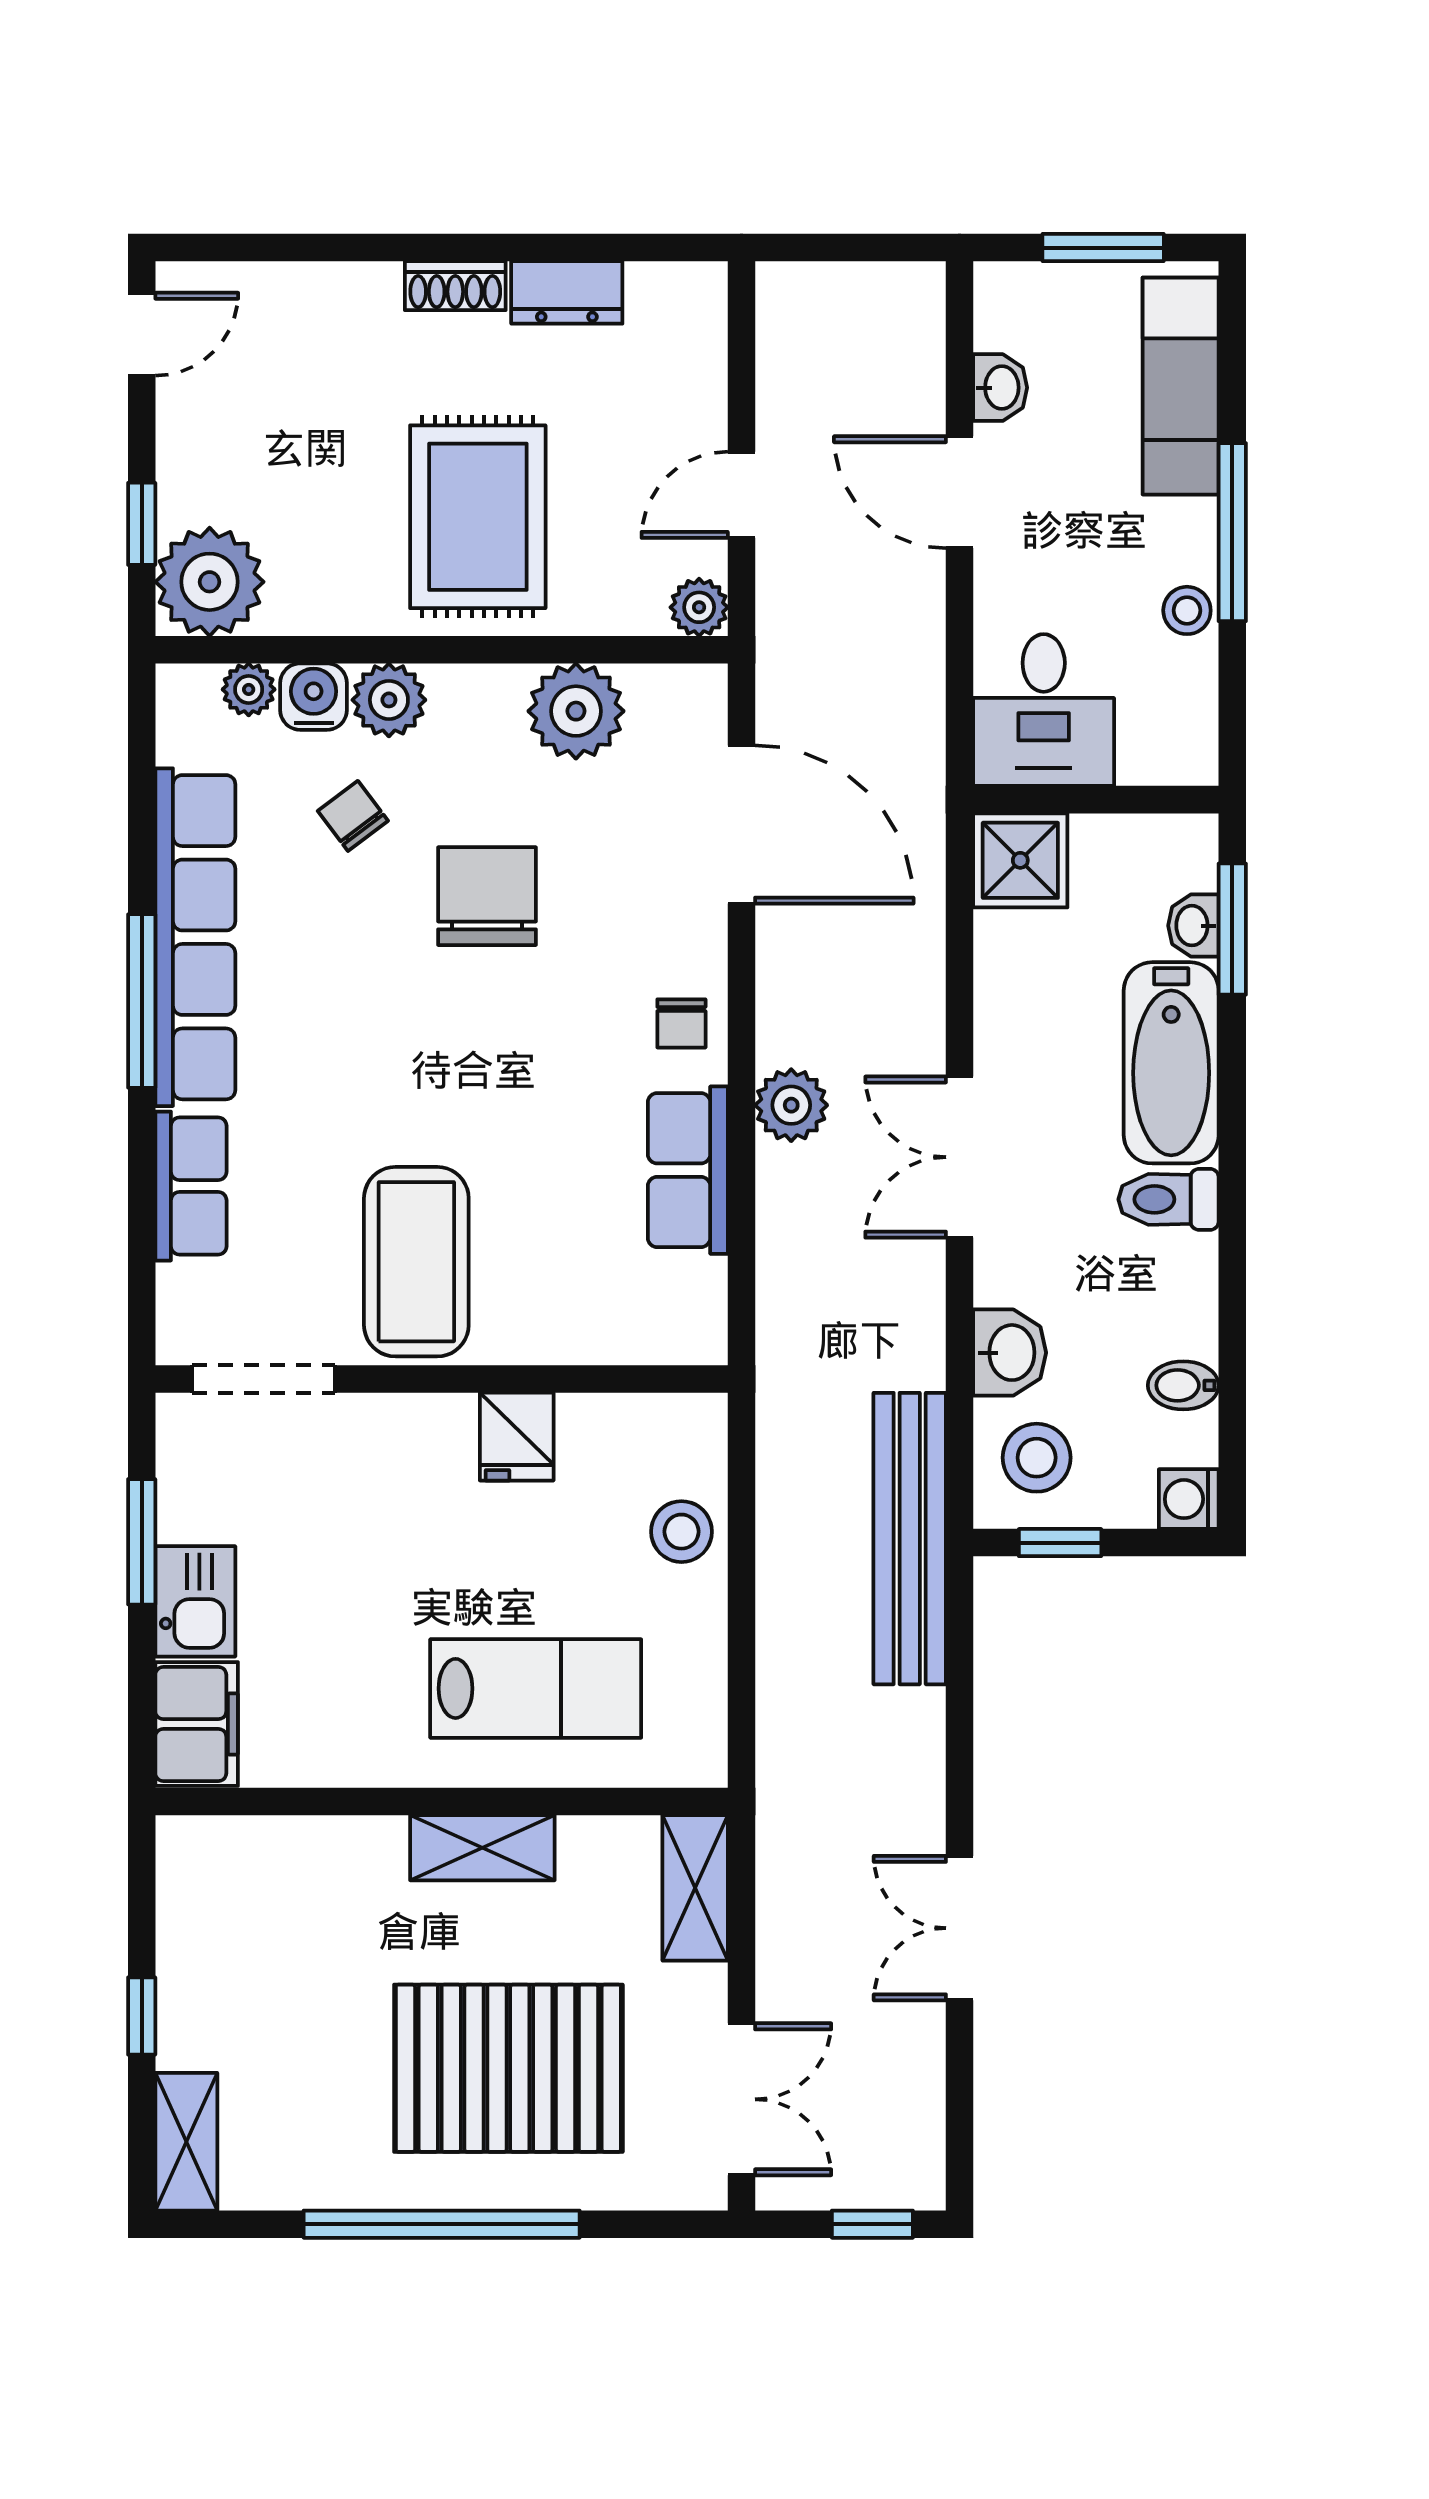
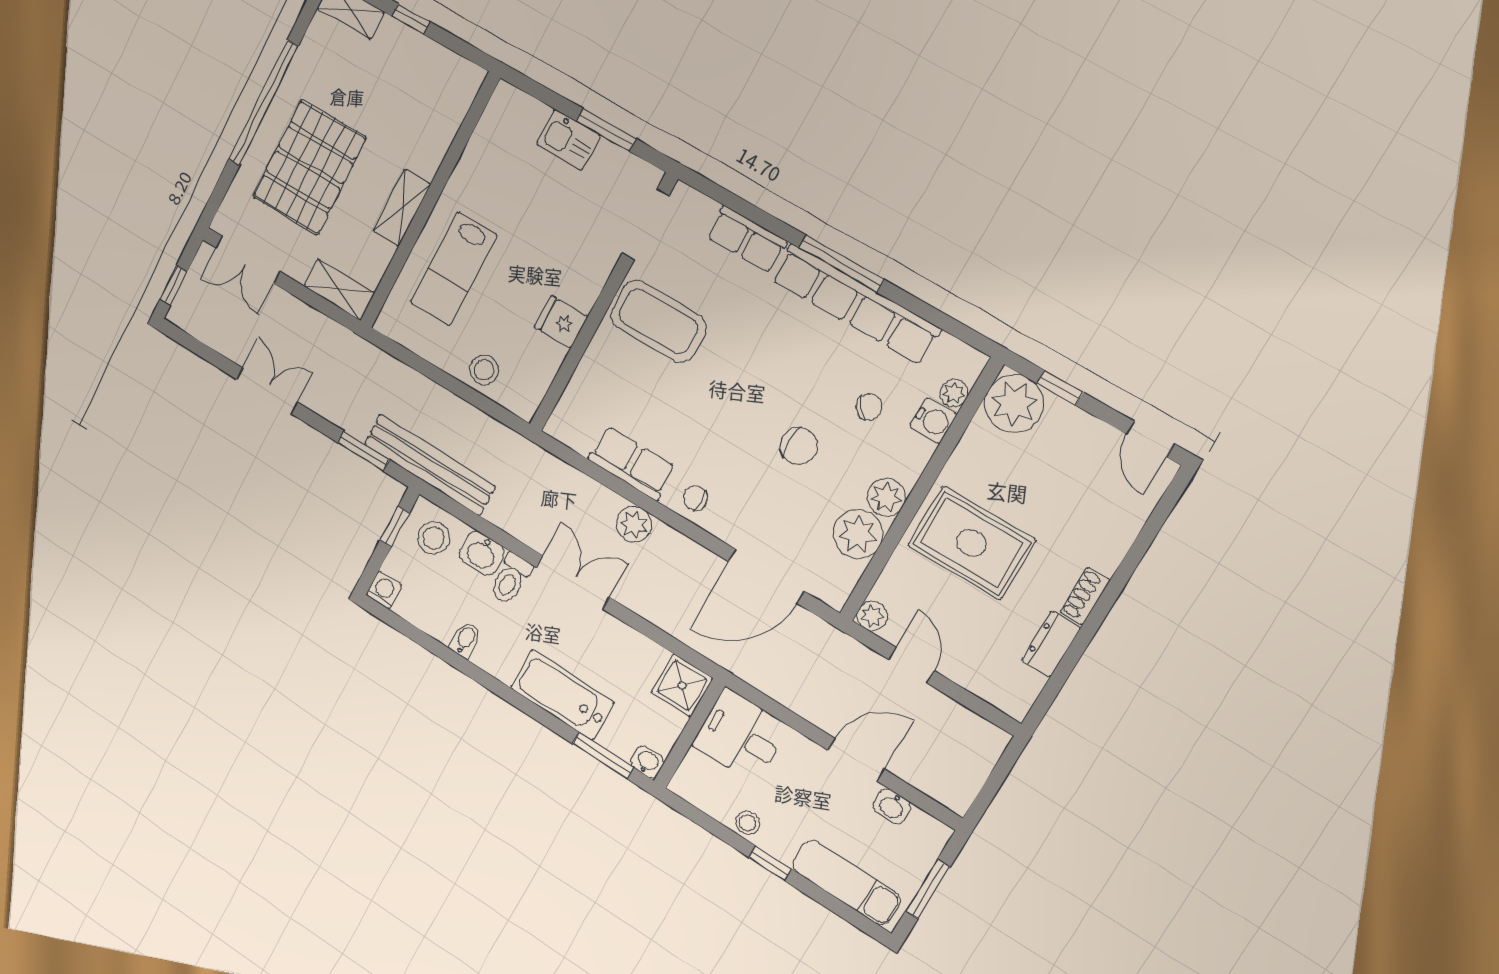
window: (1232, 532) -> (770, 863), width x0.46
plant: (389, 700) -> (886, 497), moved
chair: (487, 896) -> (799, 446), width x0.73, depth x0.73
washbasin: (1193, 926) -> (647, 762), moved
toilet: (1168, 1199) -> (510, 579), moved, turned 180
bidet: (1183, 1385) -> (465, 639), moved
window: (960, 1679) -> (363, 451), added
filing cabinet: (197, 1724) -> (517, 111), removed

